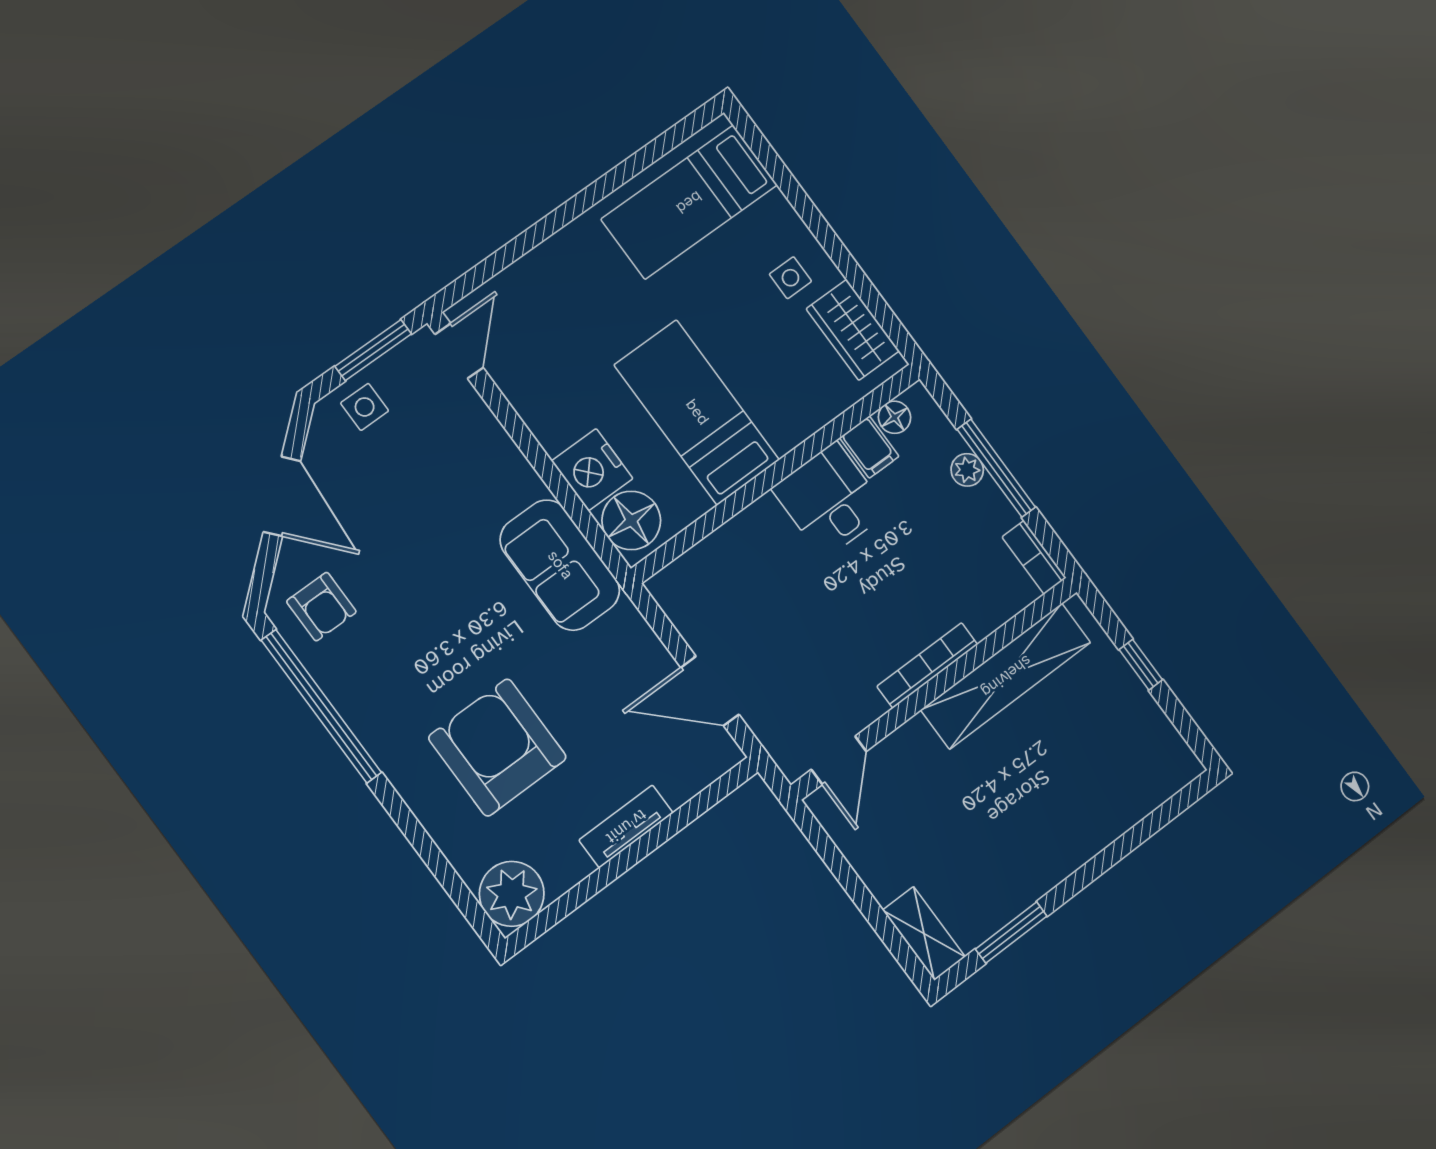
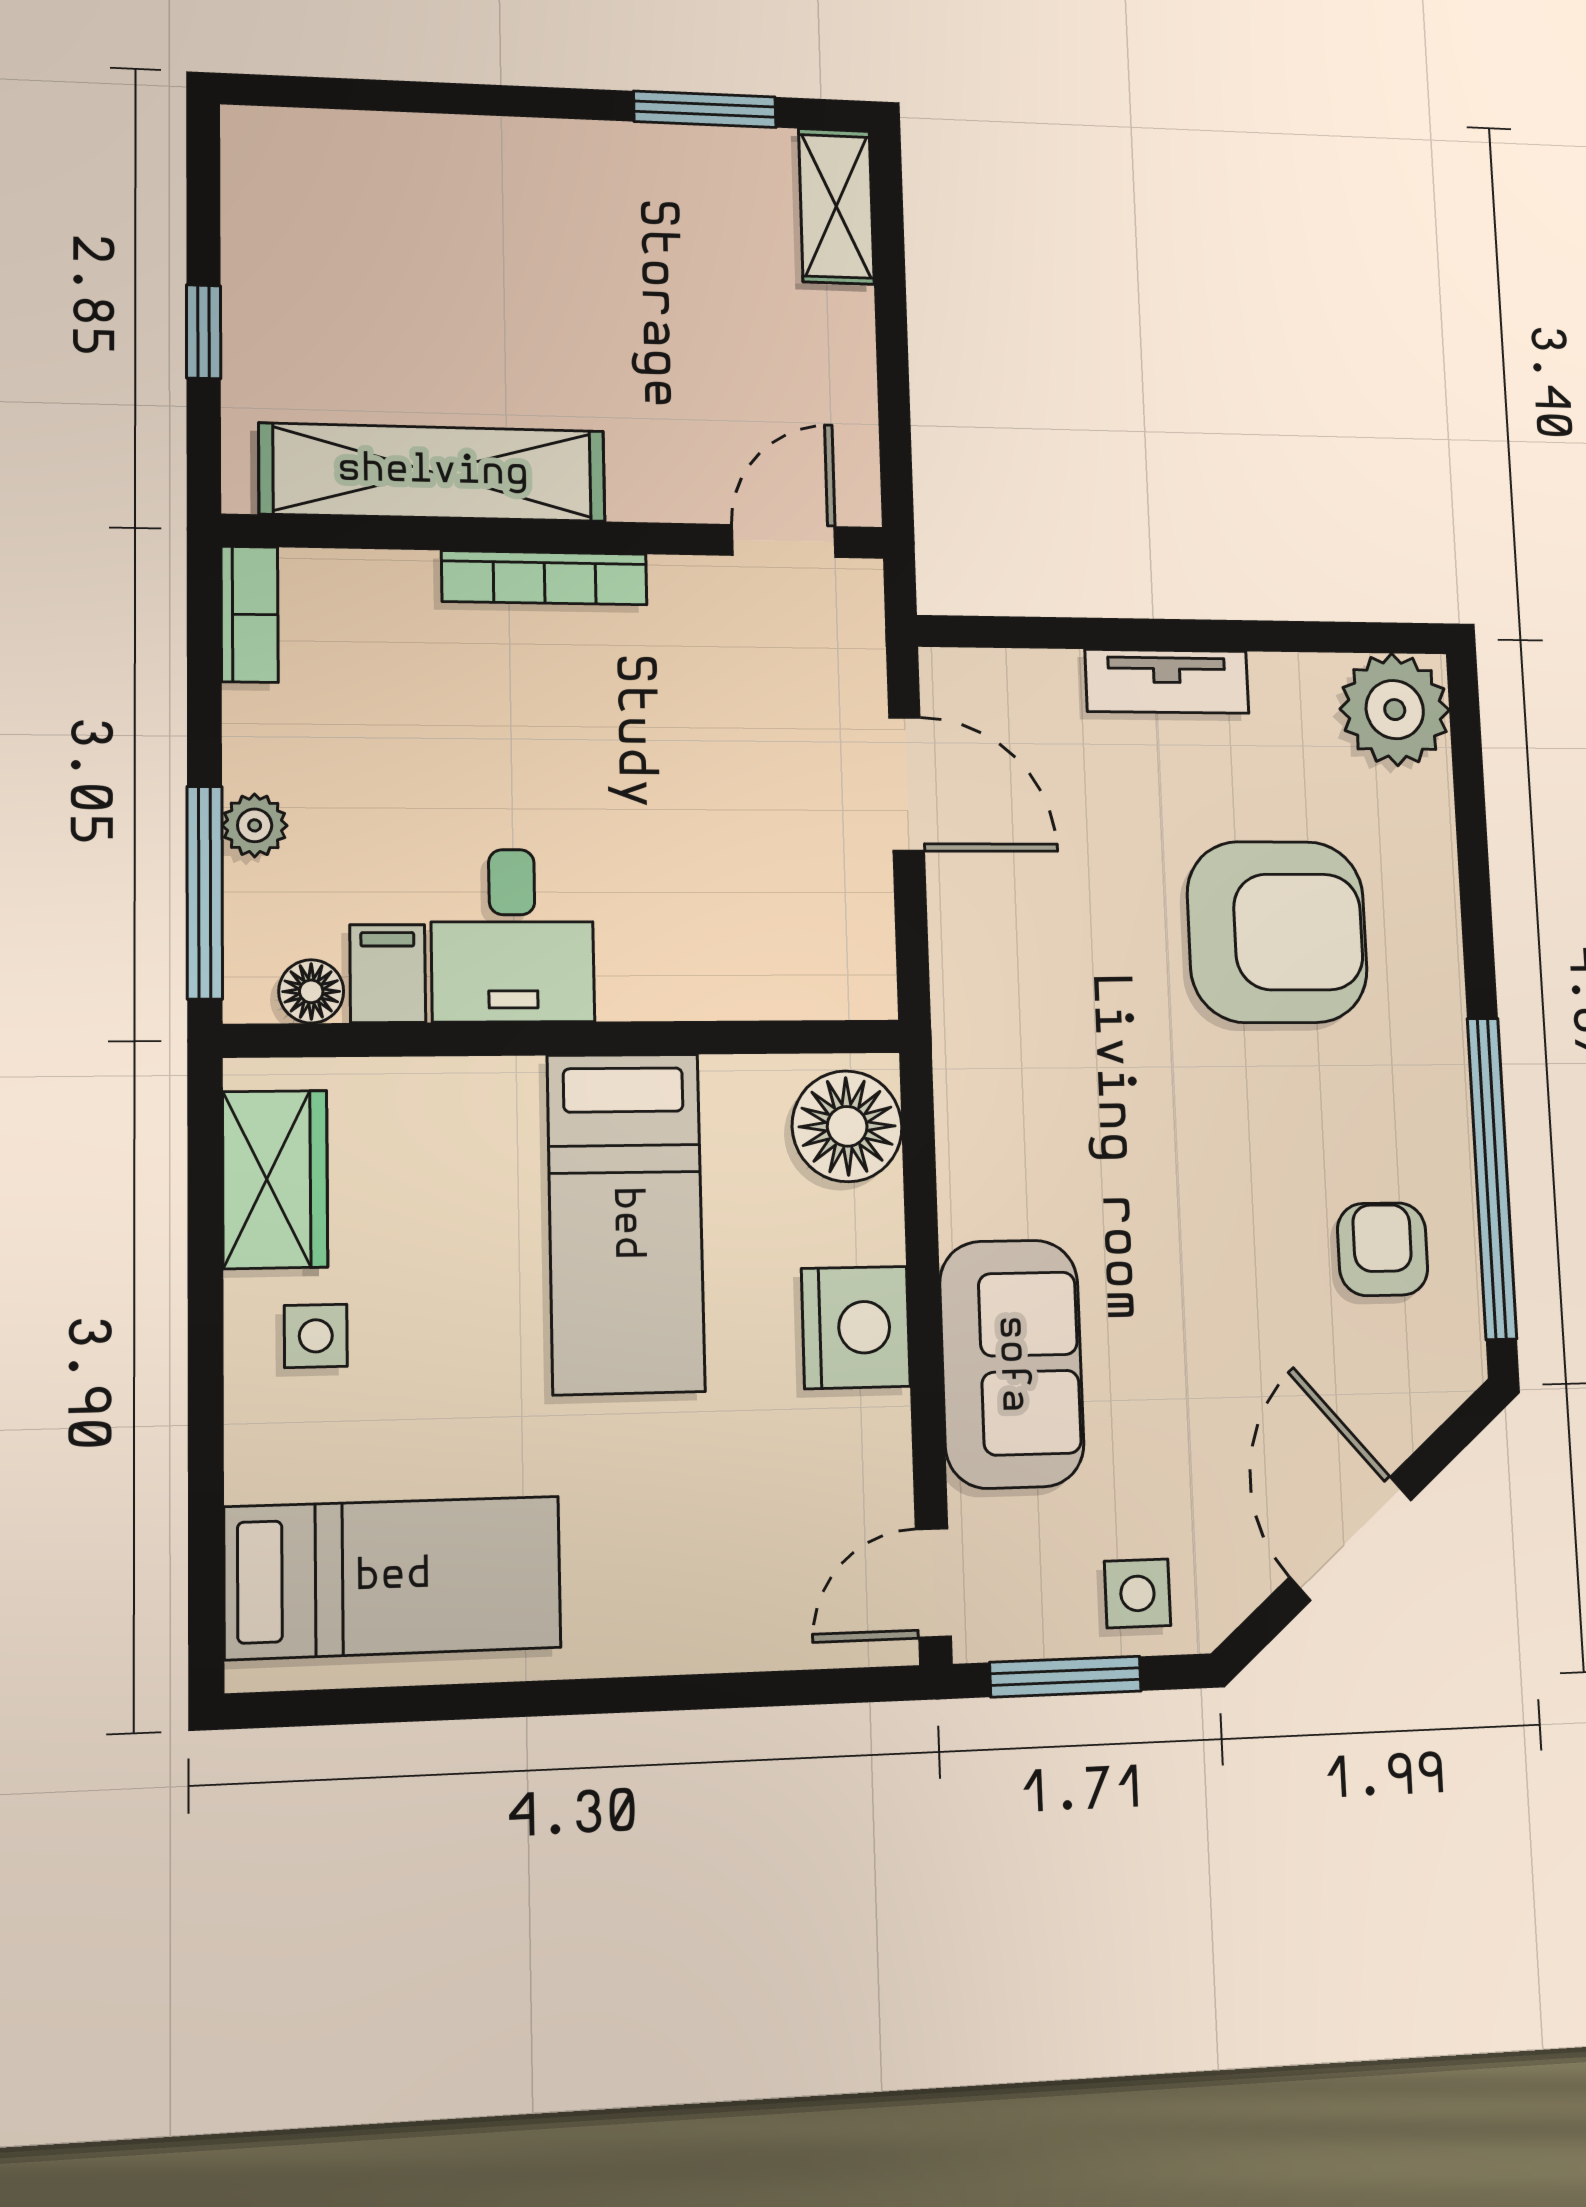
window: (996, 468) -> (205, 892), moved
nightstand: (592, 470) -> (856, 1327), moved
sofa: (560, 565) -> (1012, 1364), moved
armchair: (321, 607) -> (1383, 1249), moved
armchair: (498, 748) -> (1277, 932), turned -90

